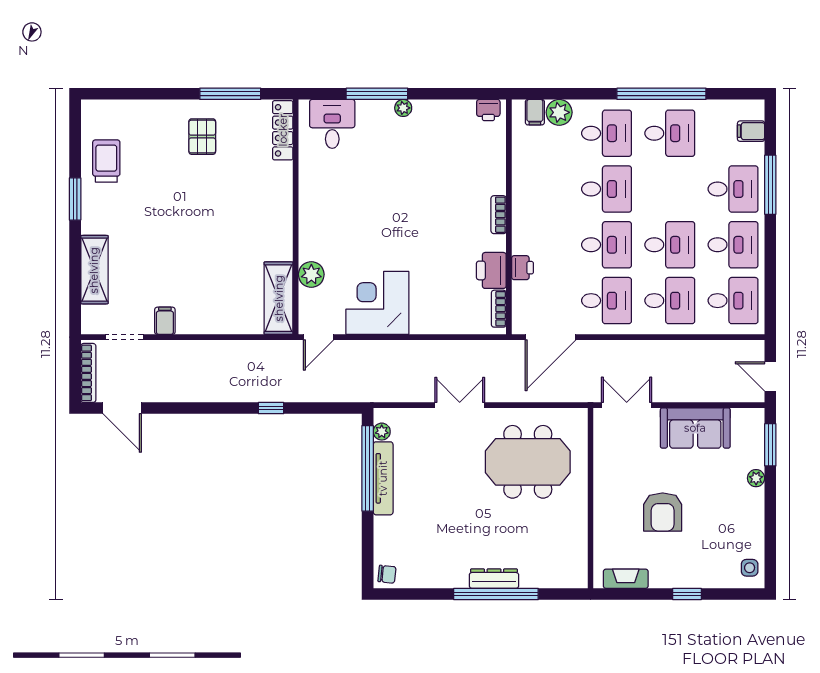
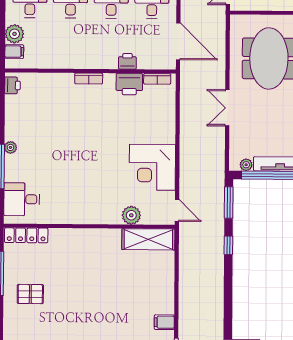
window: (330, 408) -> (229, 202), added

